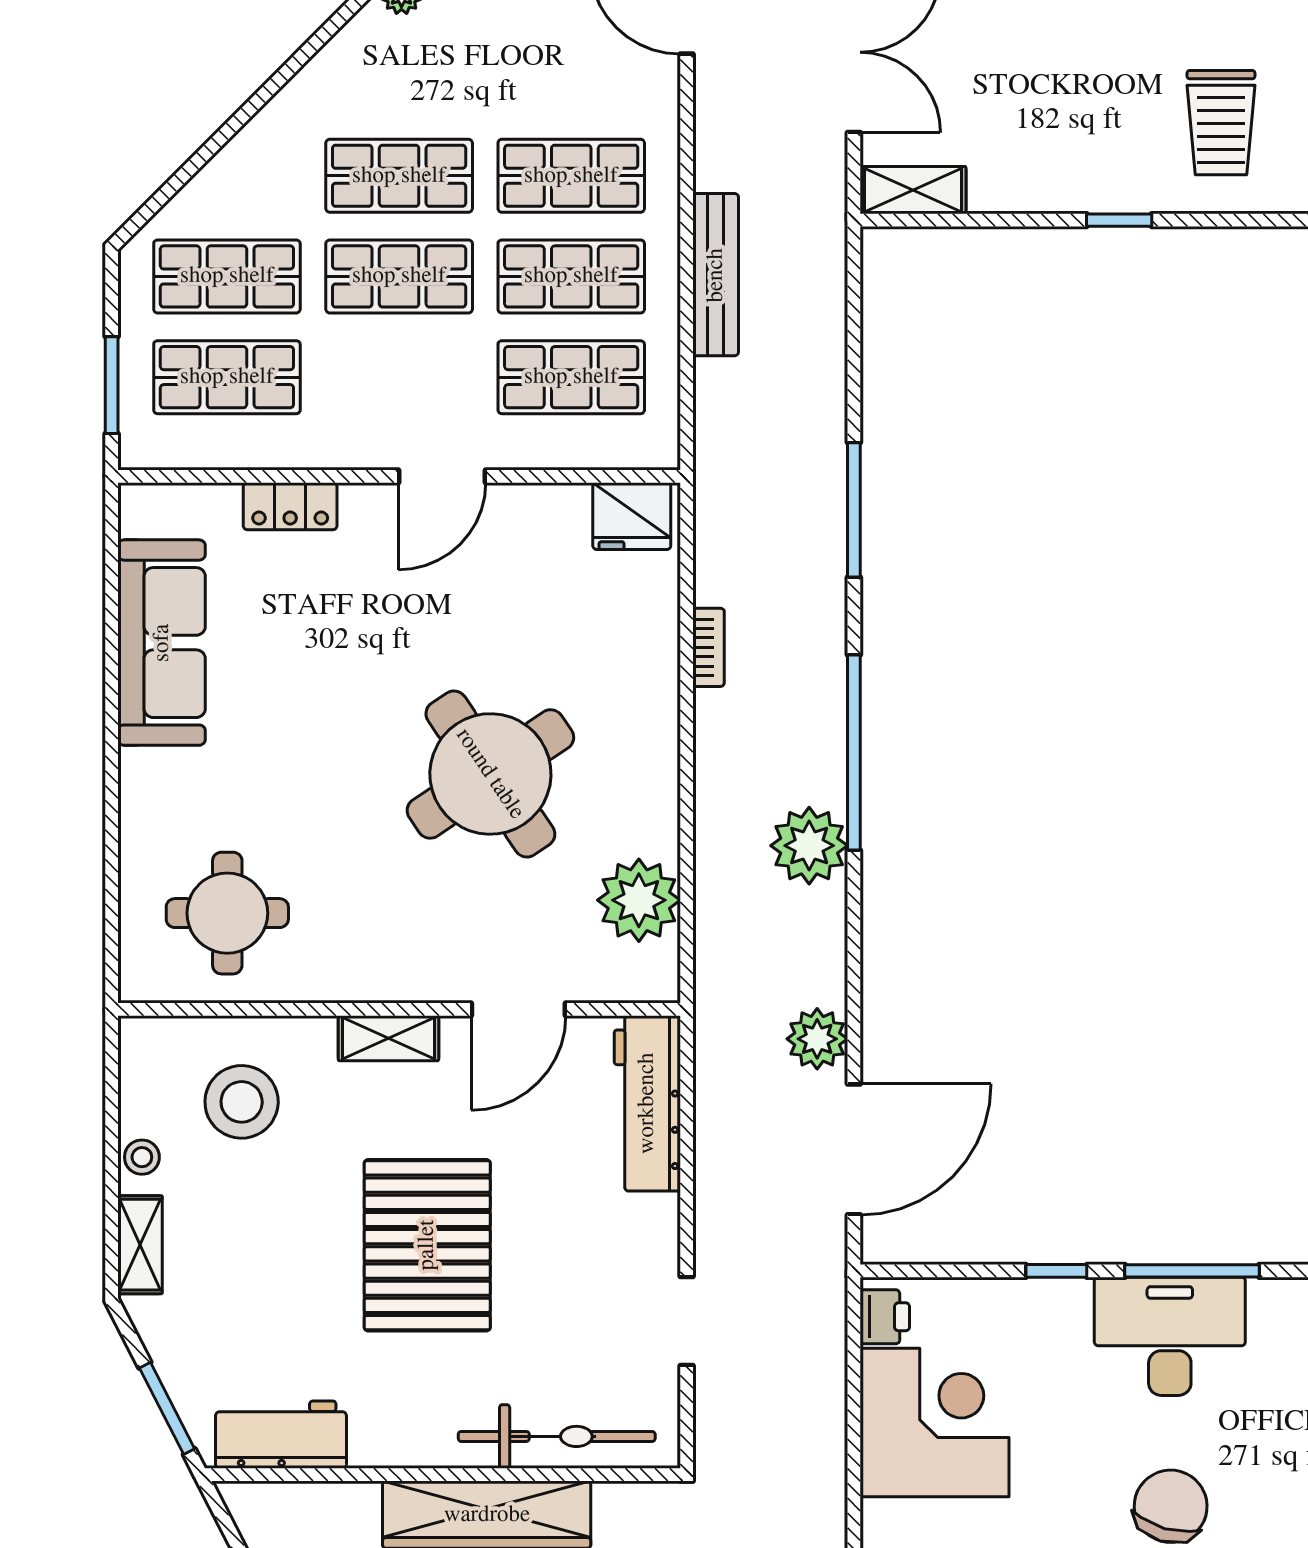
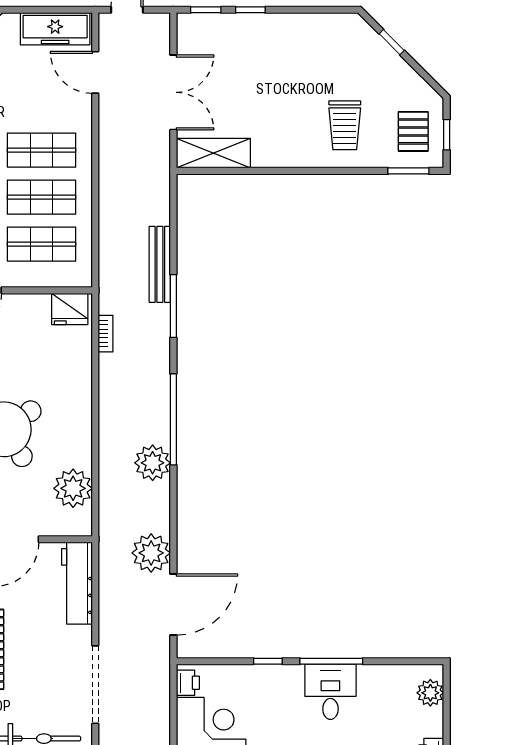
shelving: (913, 190) -> (213, 153), width x1.50, depth x1.33
window: (1119, 220) -> (297, 171), removed
bench: (716, 275) -> (160, 264), moved
bookcase: (709, 647) -> (106, 334), moved
plant: (817, 1039) -> (151, 553), width x1.36, depth x1.36
doorway: (687, 1321) -> (95, 685), width x1.87
desk: (1170, 1336) -> (330, 692), width x0.73

